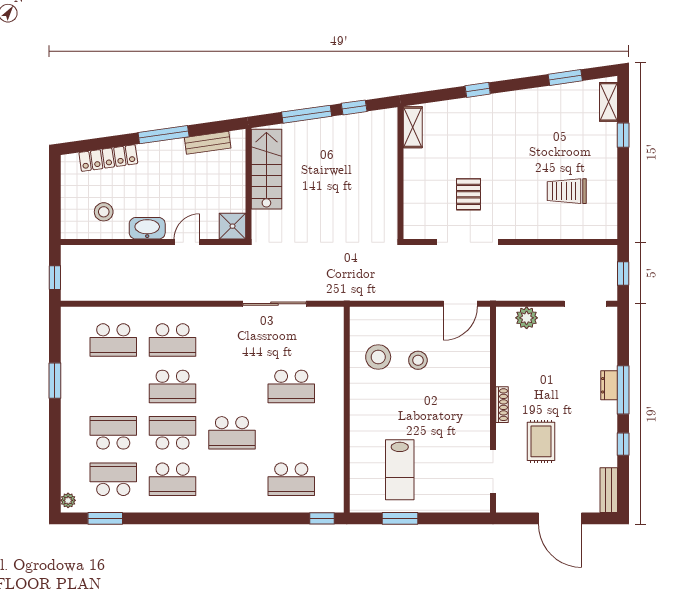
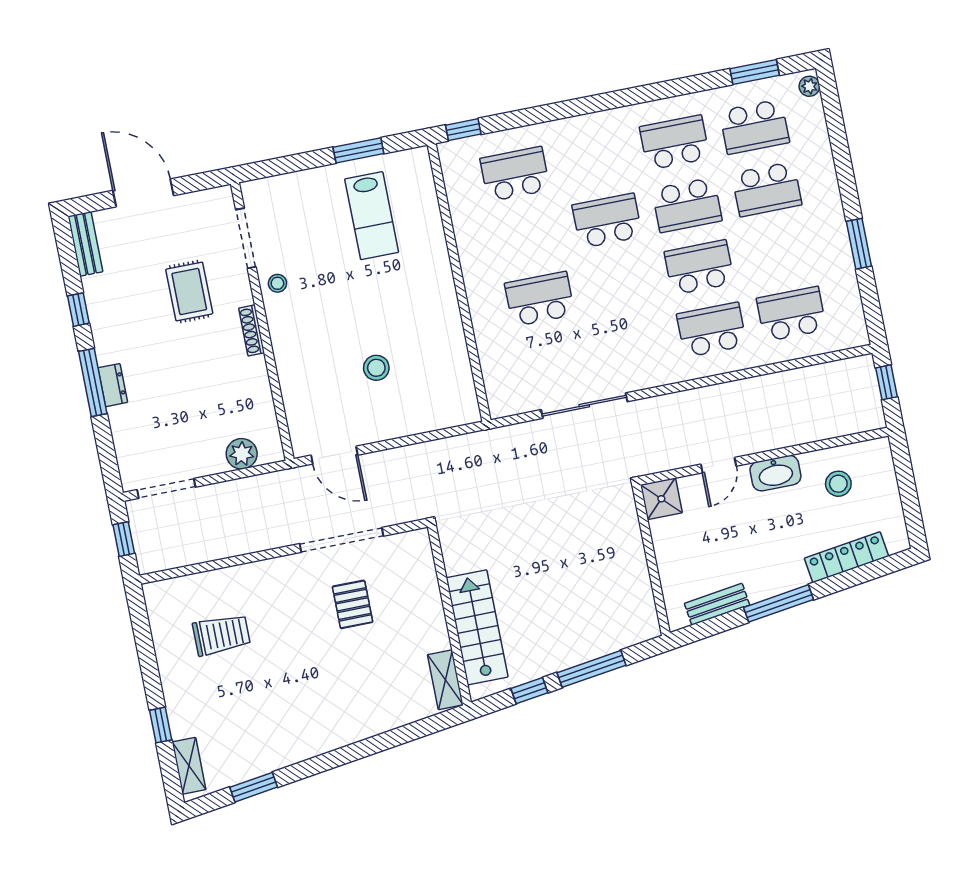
window: (478, 90) -> (368, 747), removed
stairs: (266, 169) -> (477, 627), moved, turned 180
door: (460, 304) -> (334, 455), swing flipped
stool: (378, 357) -> (277, 283), moved, width x0.53, depth x0.53
lab bench: (400, 470) -> (372, 216), turned 180

